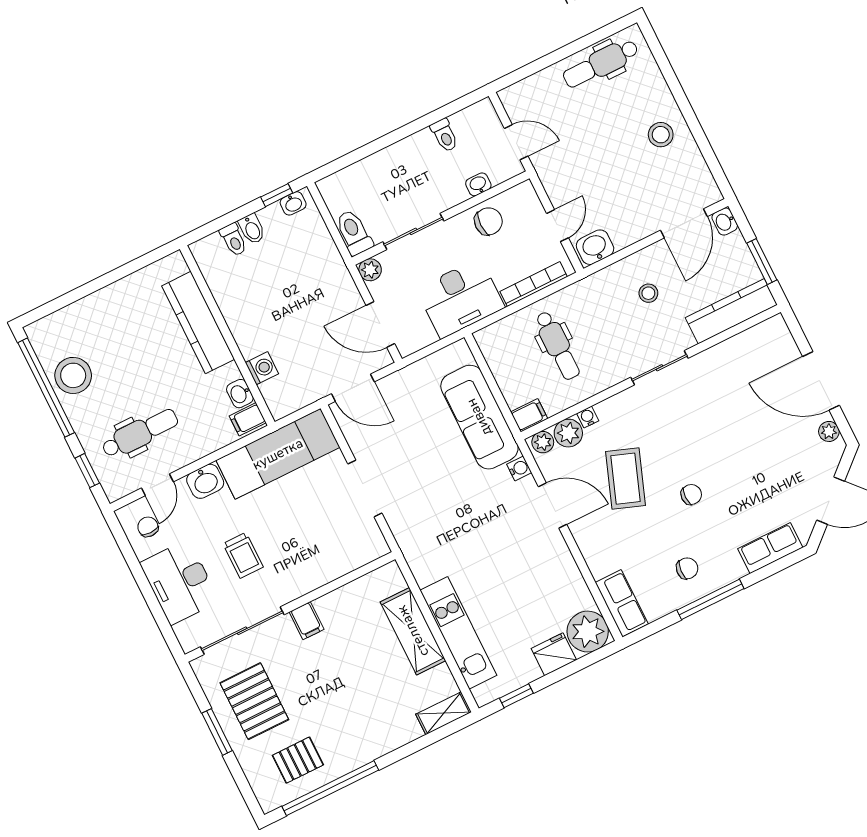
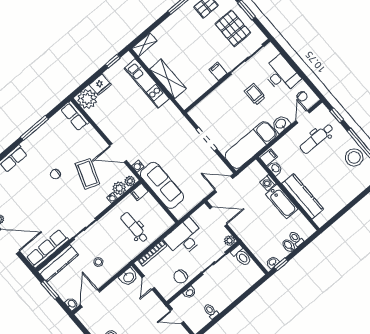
bathtub: (243, 323) -> (282, 202), added
row of seats: (745, 346) -> (47, 249), added
chair: (687, 568) -> (49, 140), removed

